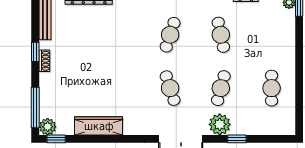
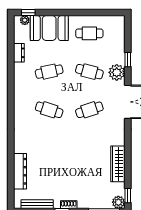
booth: (279, 35) -> (49, 28), added

